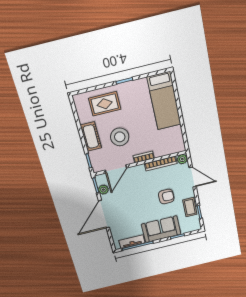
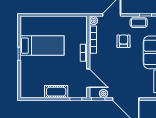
bed: (164, 101) -> (42, 46), moved
rug: (105, 104) -> (33, 74), removed
stool: (120, 137) -> (62, 68), removed

